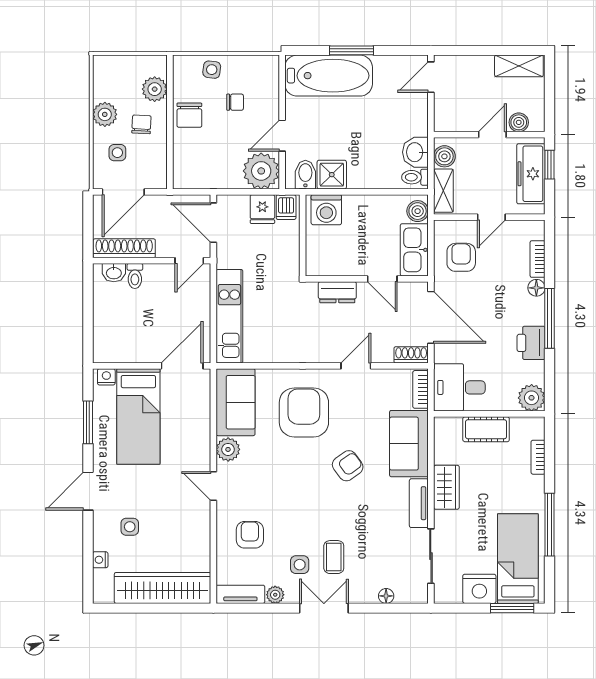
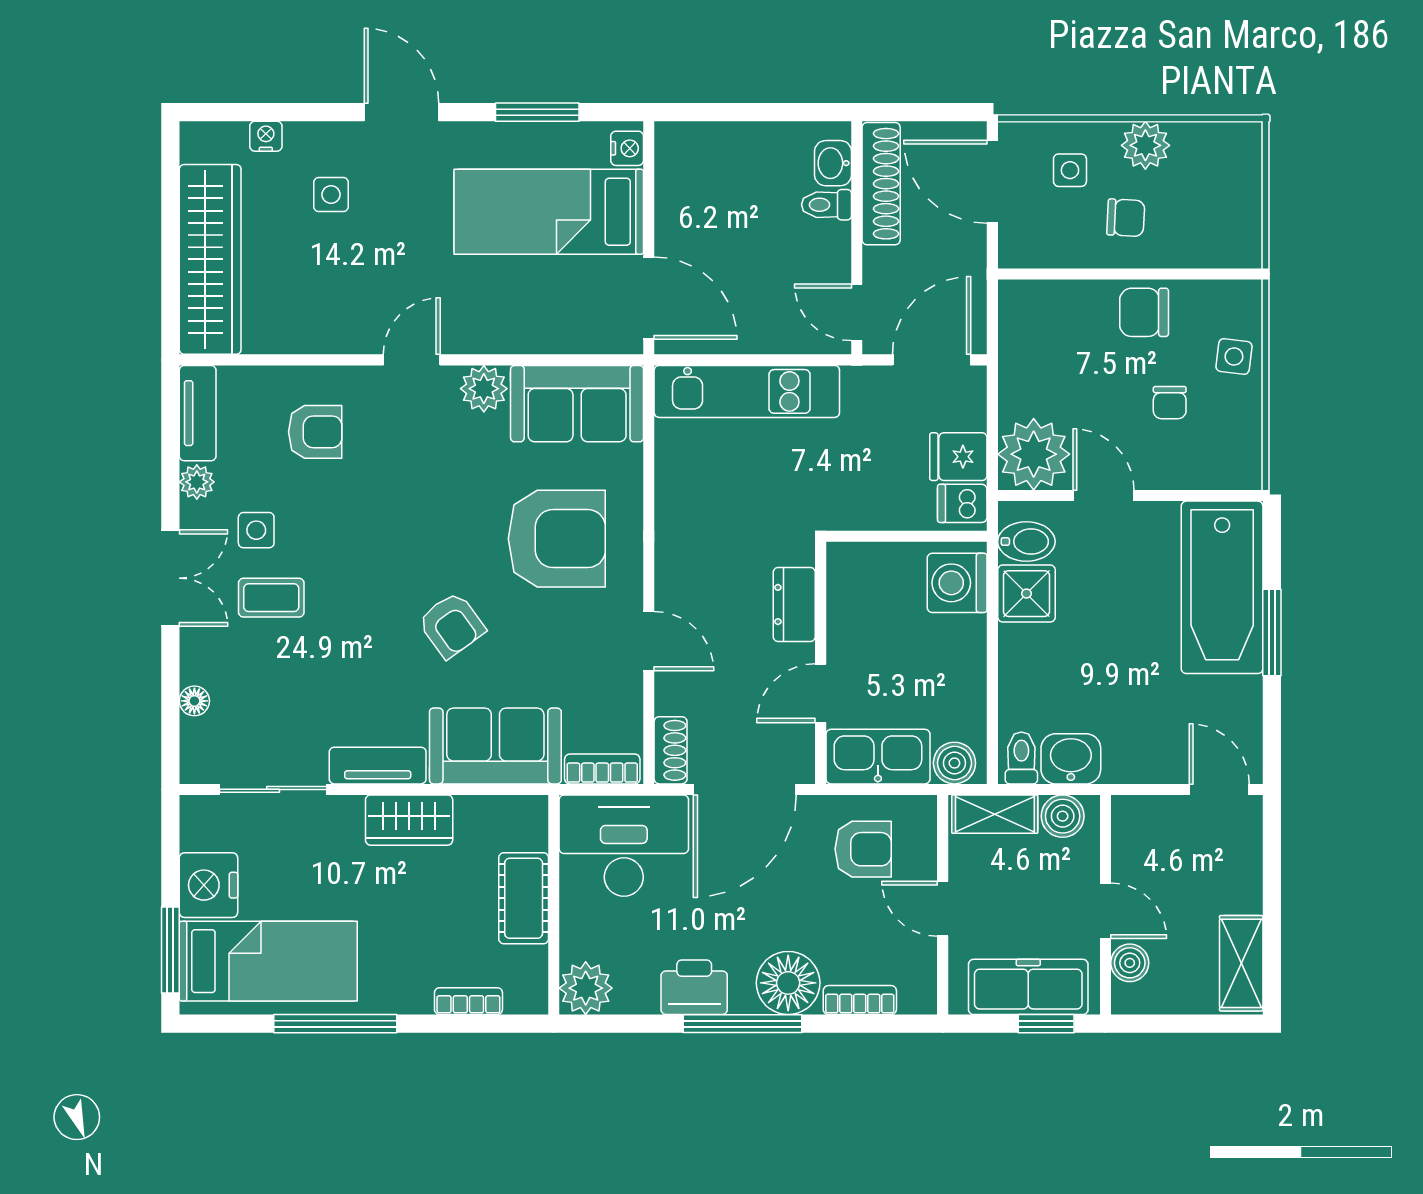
plant: (155, 89) -> (1195, 244), removed
floor lamp: (536, 288) -> (788, 983), width x1.89, depth x1.89
desk: (459, 387) -> (624, 846), width x1.37

